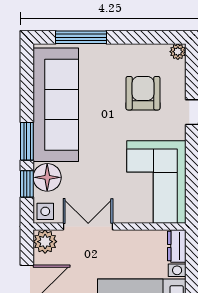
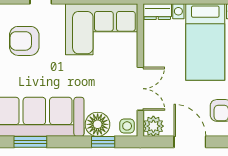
window: (27, 141) -> (30, 142), moved
double door: (88, 227) -> (140, 89), swing flipped

